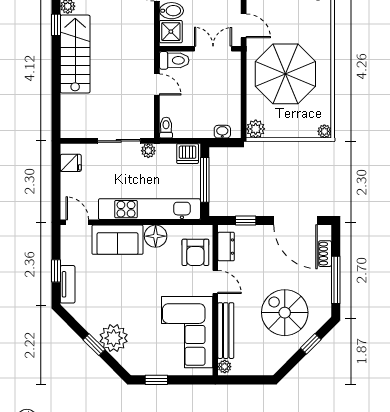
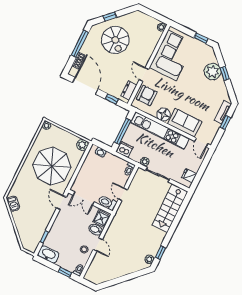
stairs: (75, 54) -> (170, 208), moved
bench: (226, 331) -> (151, 46), removed

